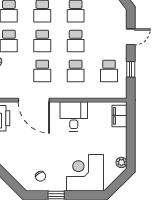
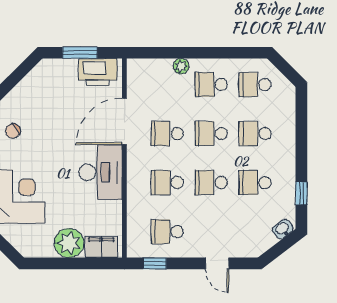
window: (131, 69) -> (155, 263), moved
desk: (74, 116) -> (101, 172), width x1.37
plant: (121, 162) -> (69, 243), moved, width x1.88, depth x1.88

